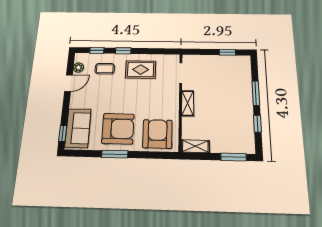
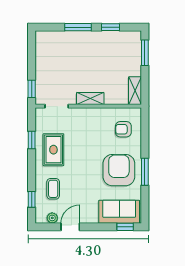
window: (123, 51) -> (32, 140), moved
window: (227, 52) -> (32, 89), moved
door: (68, 83) -> (70, 227), hinge flipped
armchair: (157, 134) -> (123, 129), width x0.53, depth x0.53

